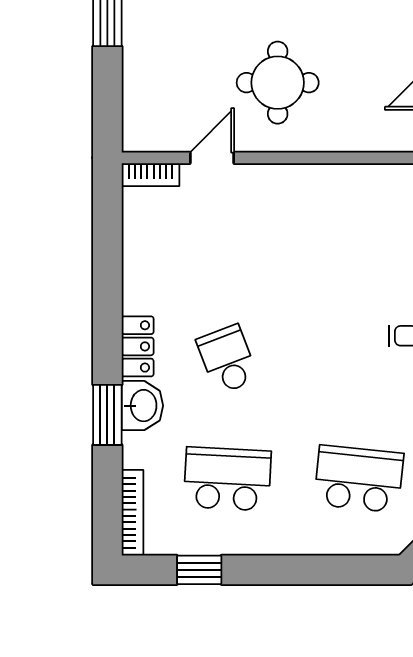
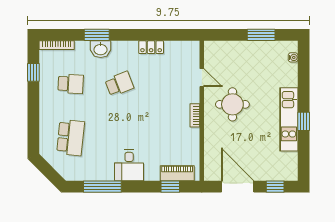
bookcase: (150, 175) -> (195, 115), moved
locker: (138, 346) -> (151, 47), moved
school desk: (227, 479) -> (71, 84), width x0.54

